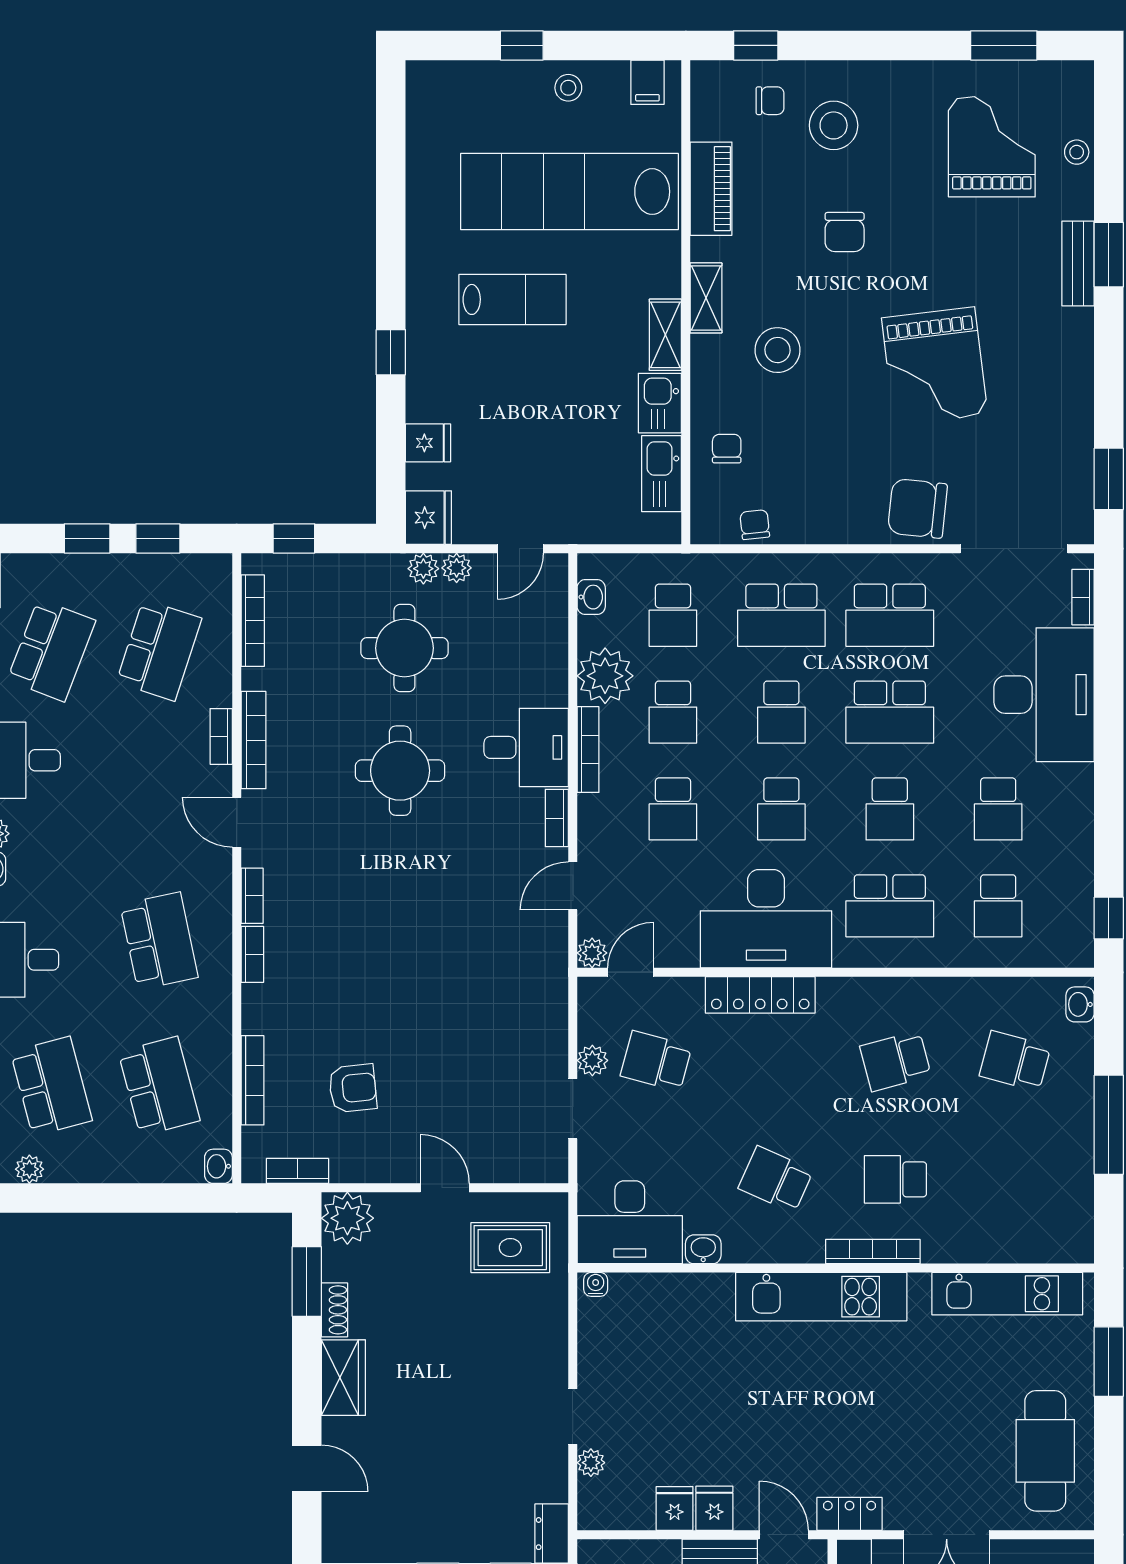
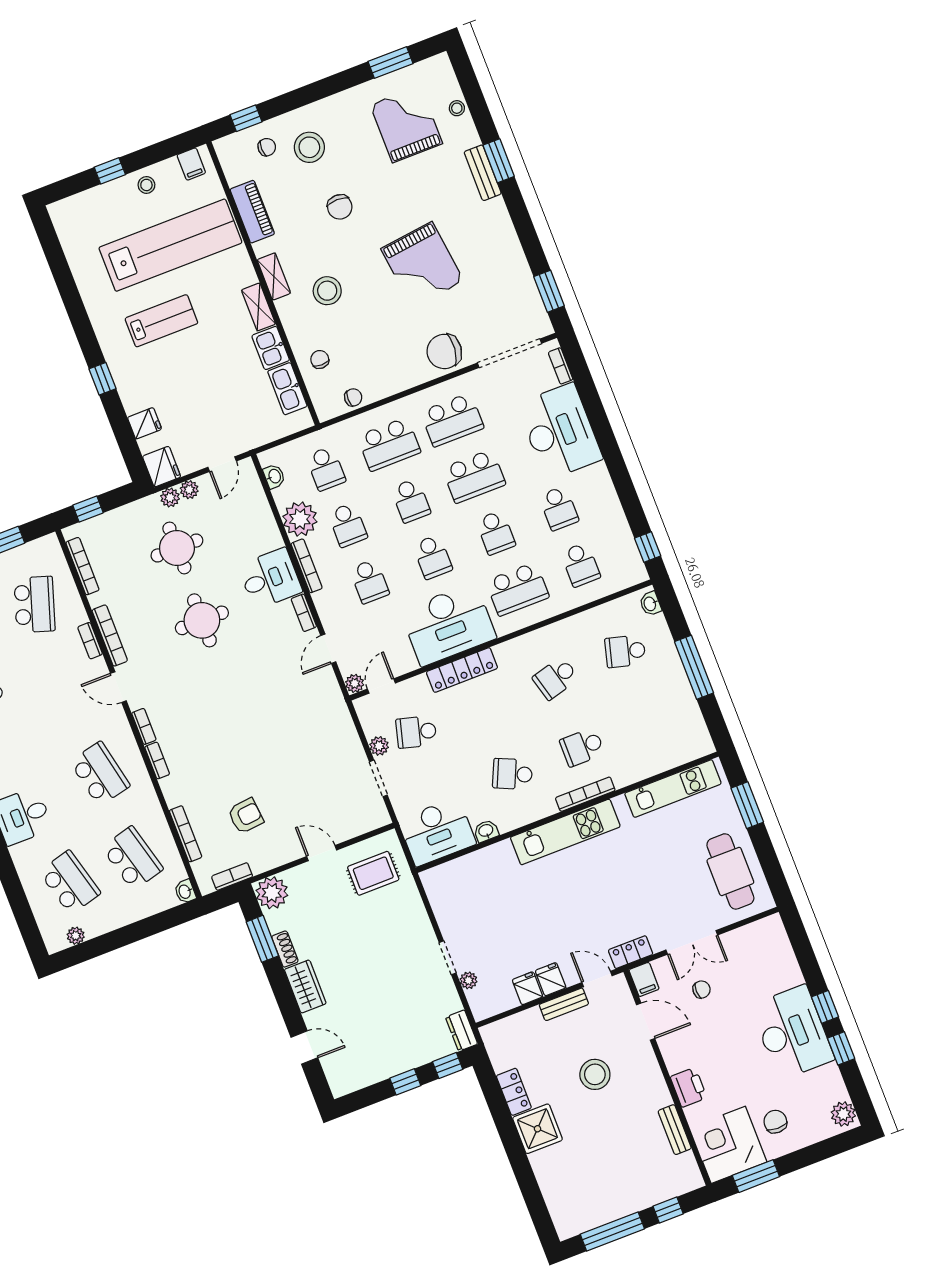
lab bench: (569, 192) -> (170, 245), turned 180
chair: (755, 525) -> (353, 397), turned 96
water cooler: (596, 1284) -> (431, 876), removed

